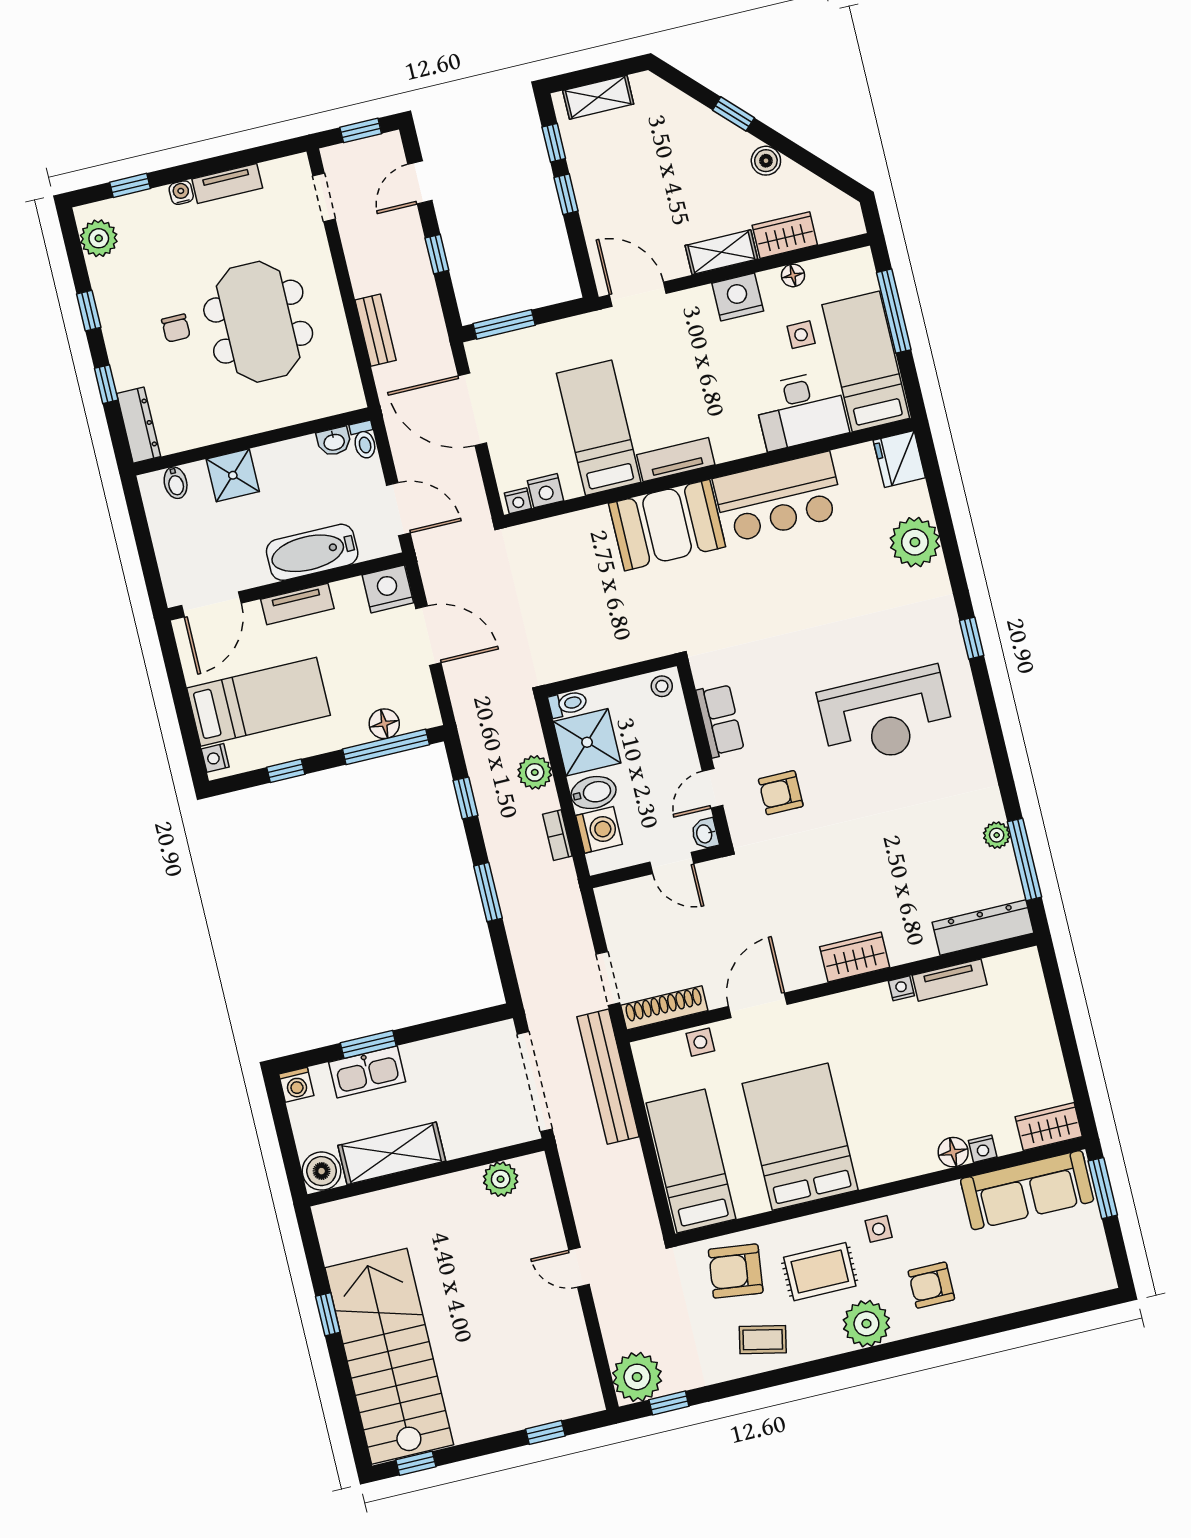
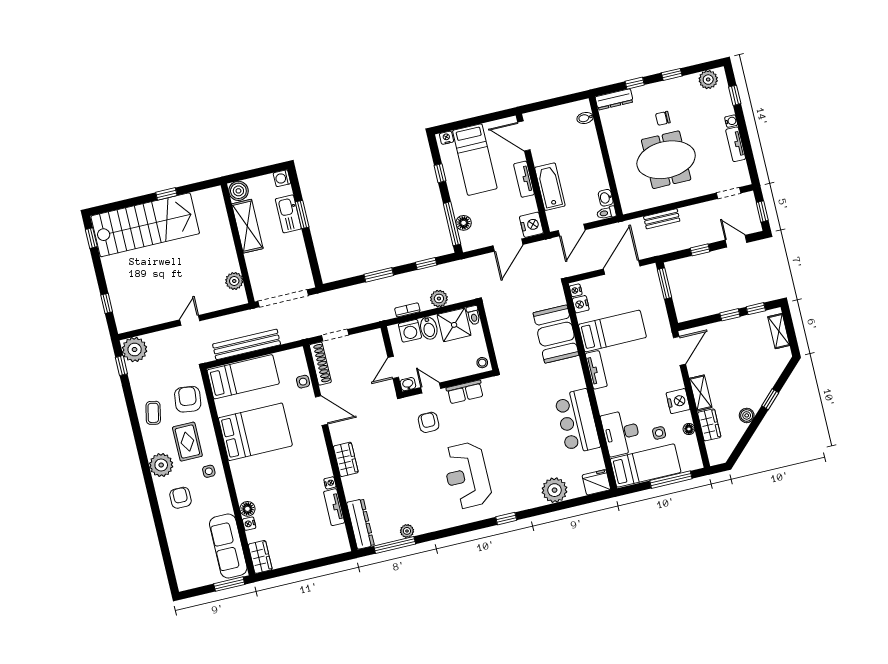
shower: (233, 475) -> (589, 147), removed
booth: (667, 525) -> (556, 334), moved
bench: (608, 1077) -> (247, 344), moved

